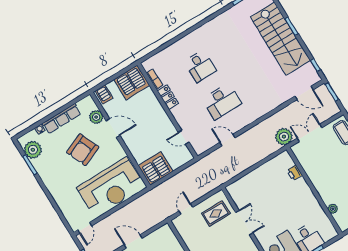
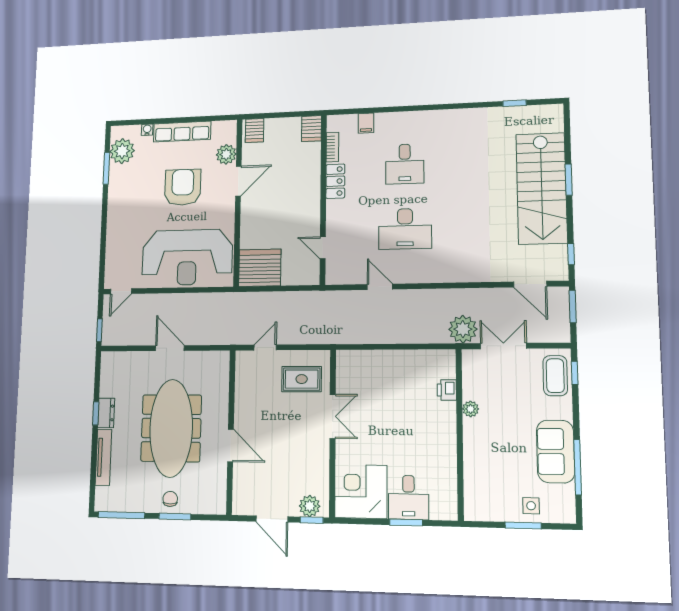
filing cabinet: (165, 55) -> (366, 123), added
server rack: (132, 82) -> (311, 129), width x0.46, depth x0.70
door: (113, 128) -> (238, 181), hinge flipped
armchair: (83, 150) -> (183, 187), turned 113
plant: (333, 209) -> (471, 409), moved

